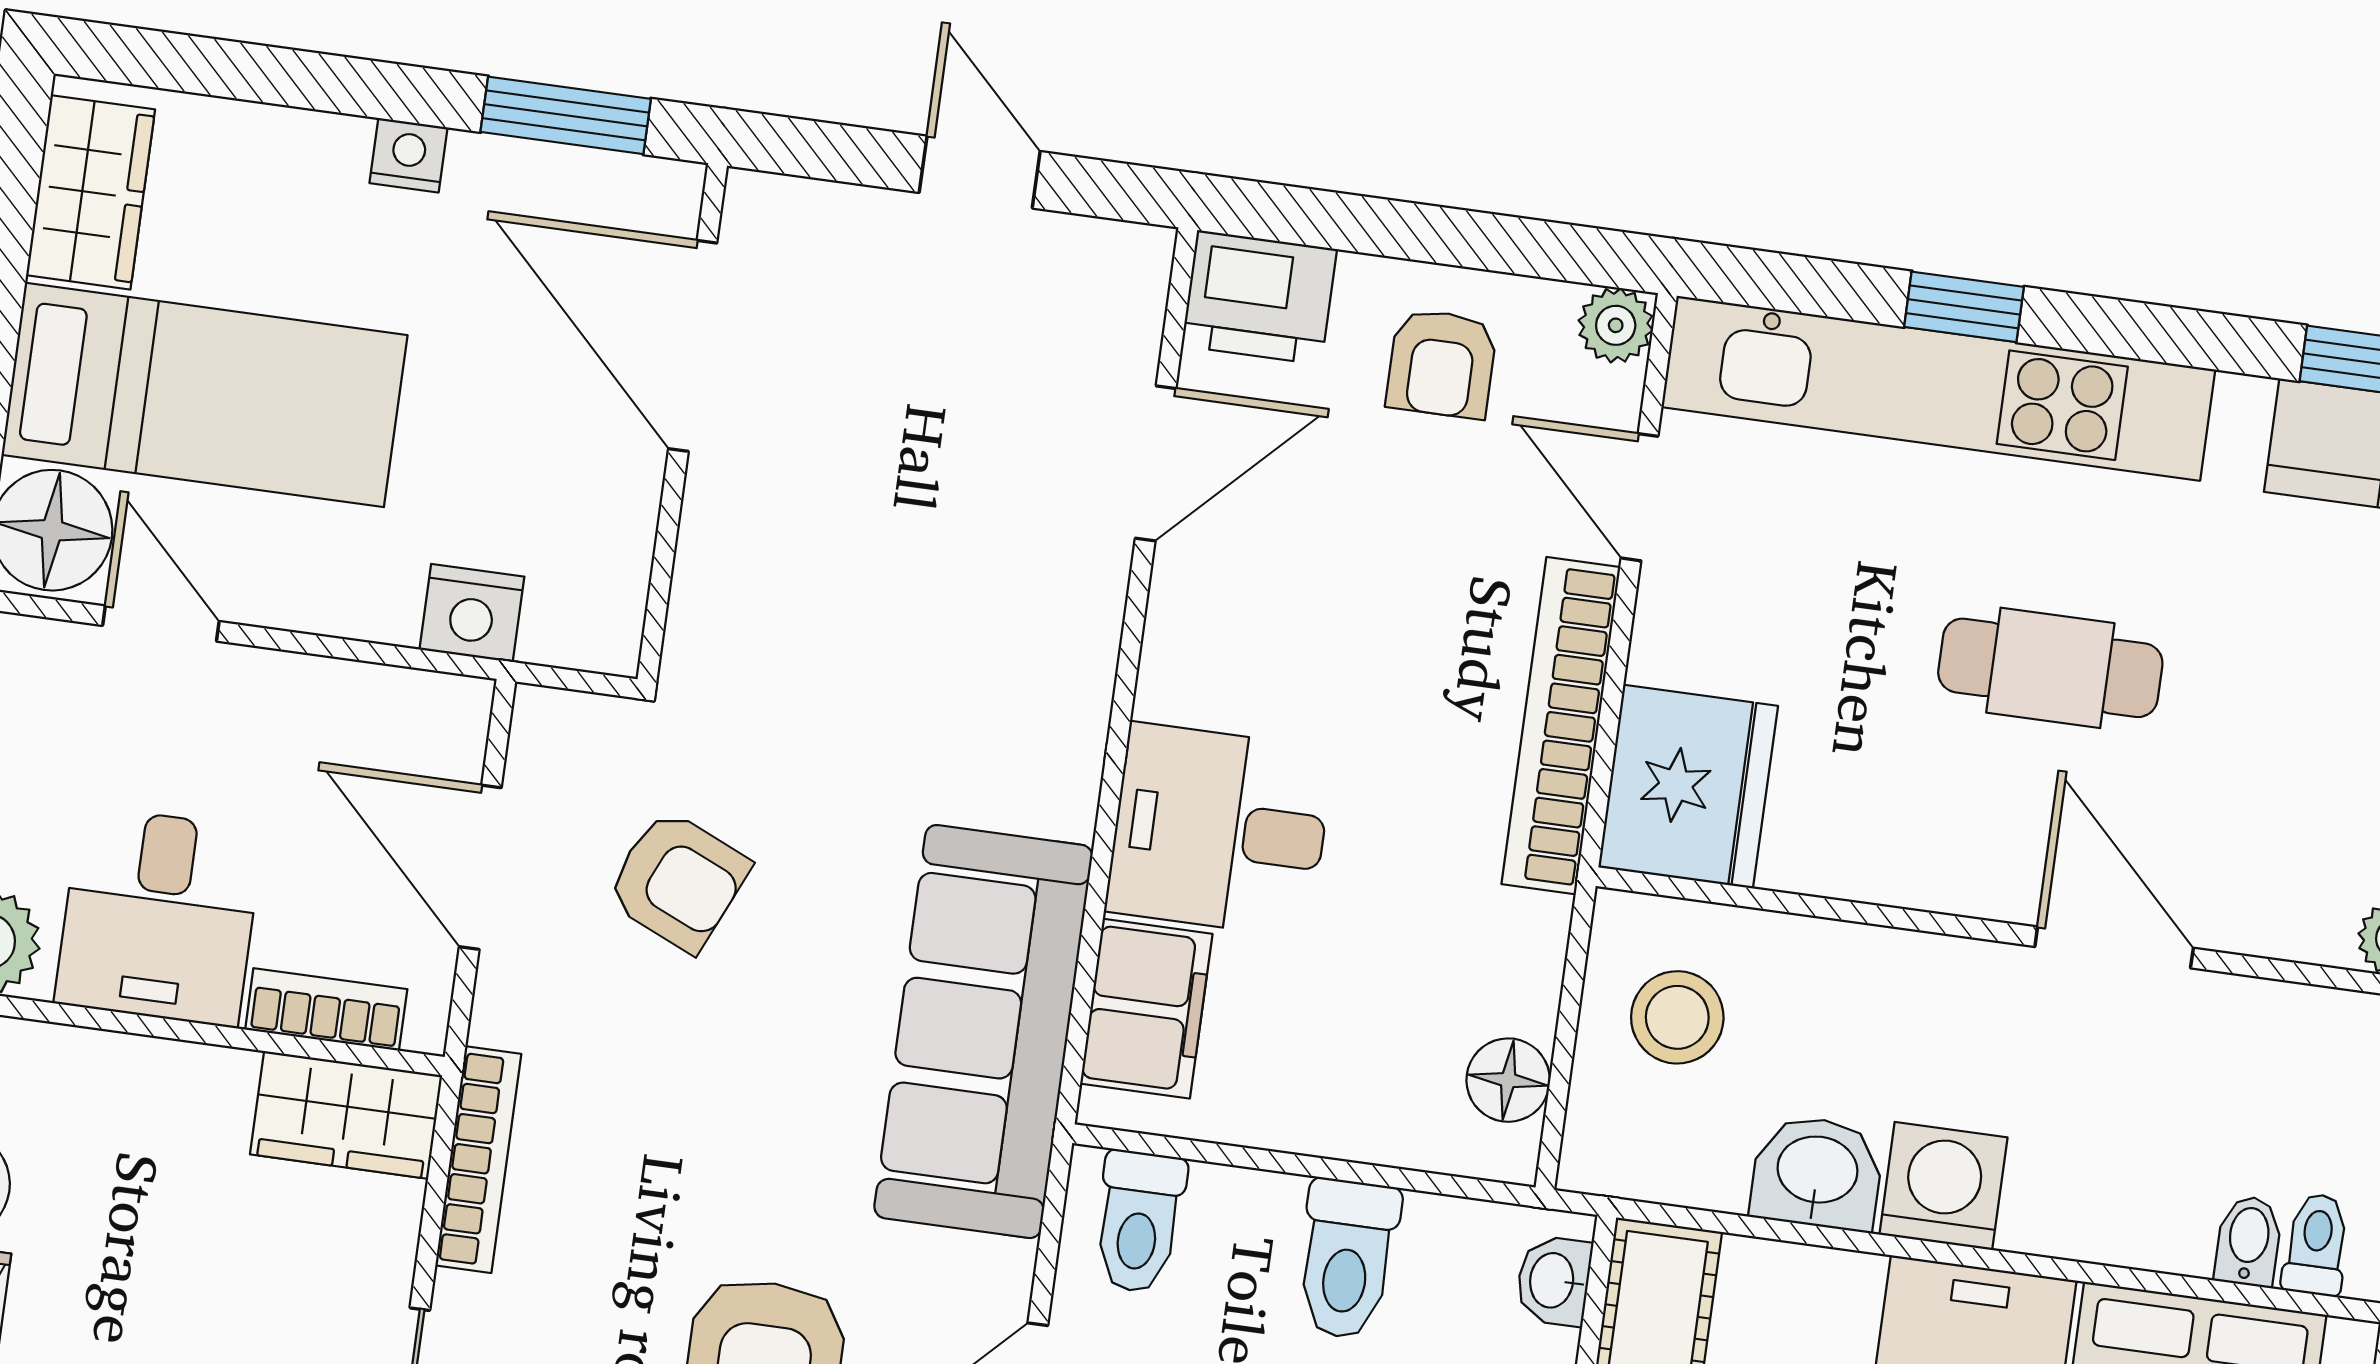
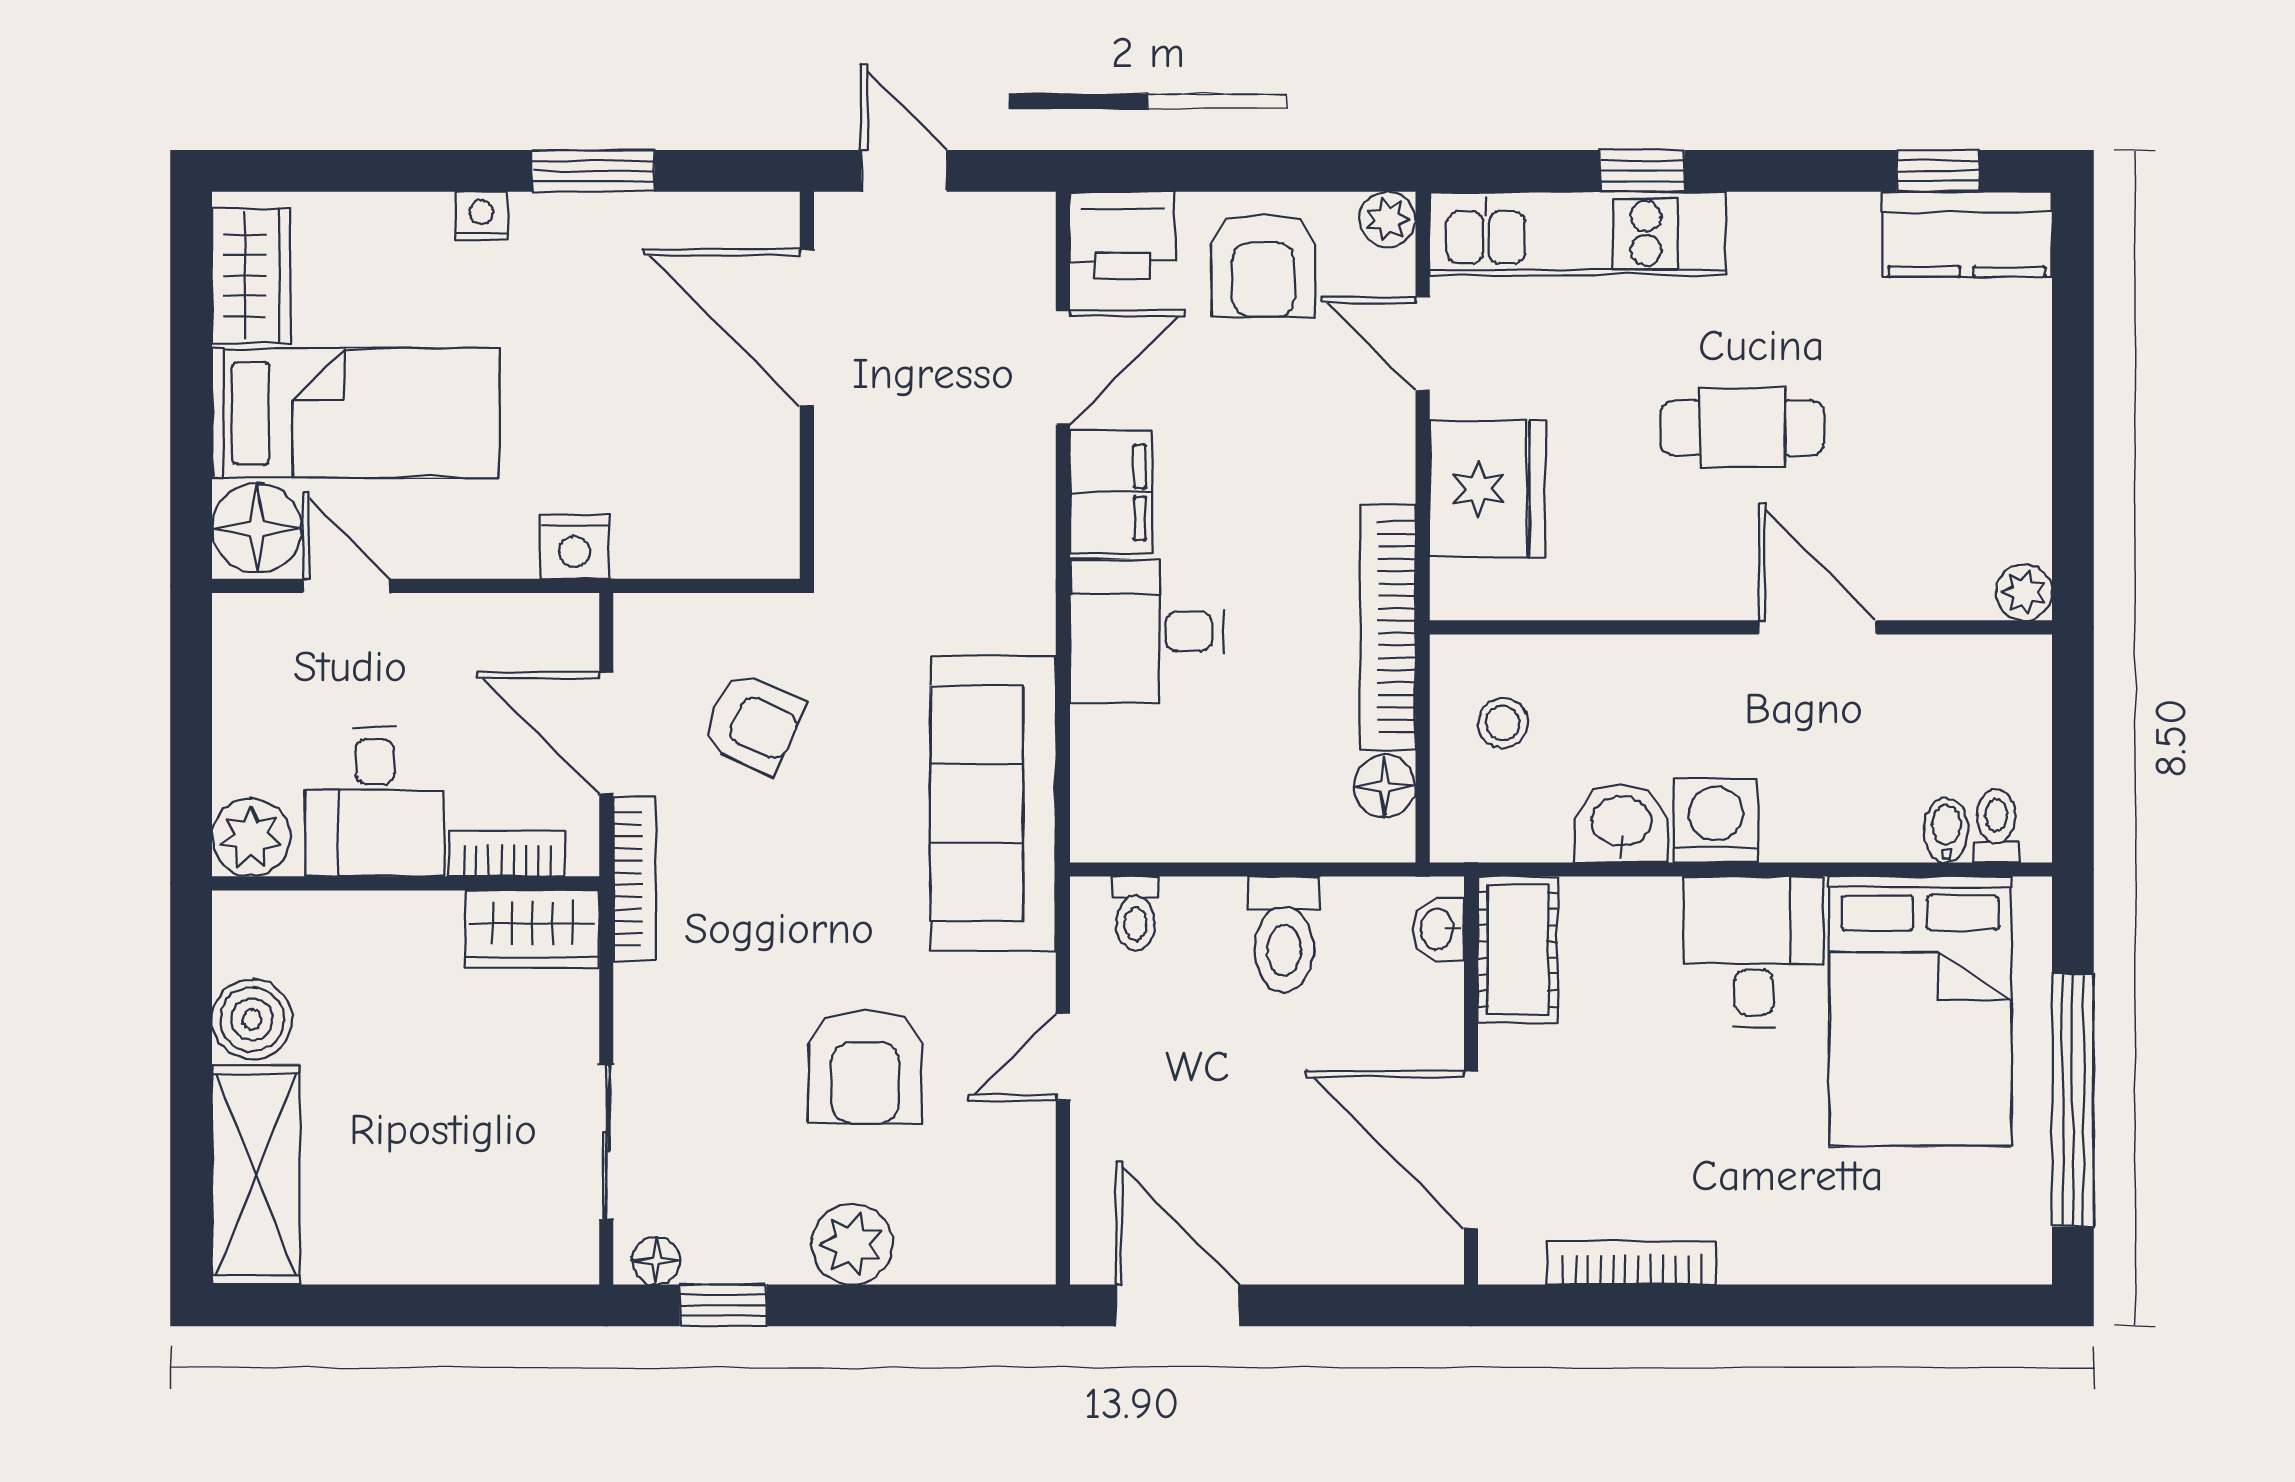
door: (693, 346) -> (807, 328), moved
armchair: (1442, 364) -> (1263, 265), width x1.38, depth x1.38
kitchen unit: (1938, 388) -> (1578, 233), width x0.73
wall: (682, 423) -> (807, 385), moved
bookcase: (1561, 726) -> (1388, 627), moved
fridge: (1688, 787) -> (1488, 489), moved
filing cabinet: (1146, 1009) -> (1111, 492), moved
stool: (1677, 1017) -> (1503, 723), width x0.73, depth x0.73
bookcase: (478, 1160) -> (634, 879), moved
toilet: (1139, 1222) -> (1136, 913), width x0.73, depth x0.72

